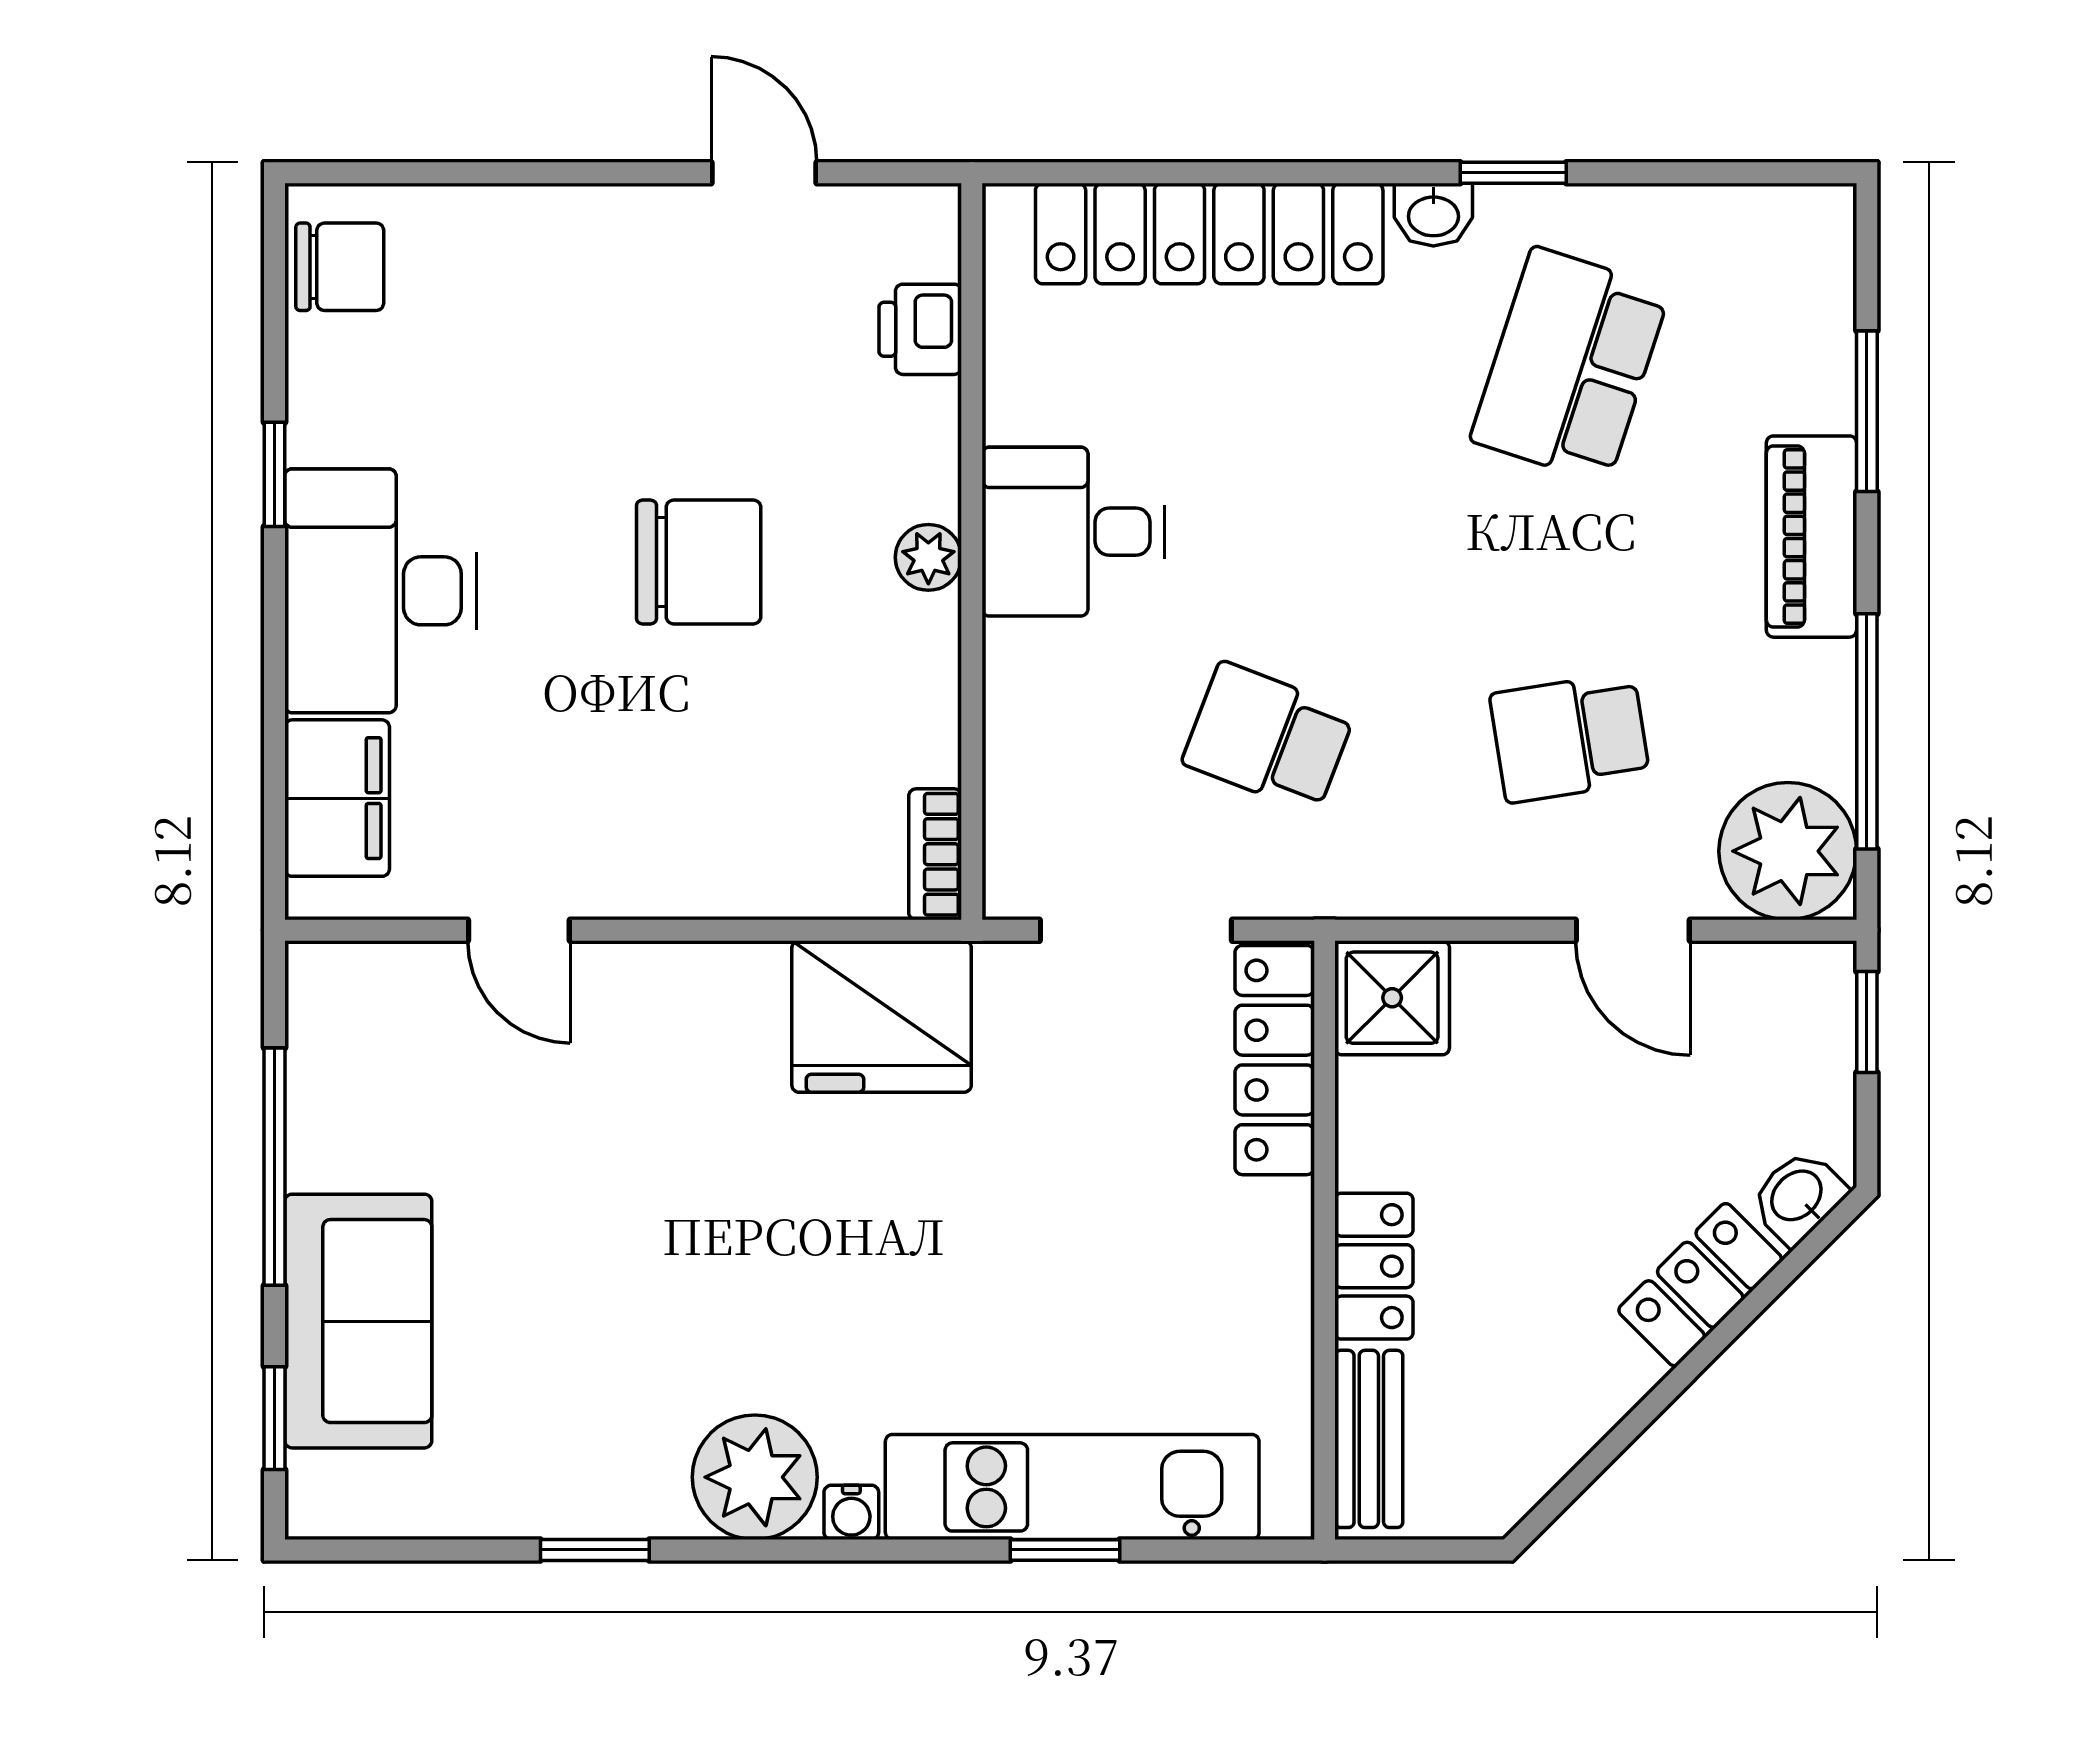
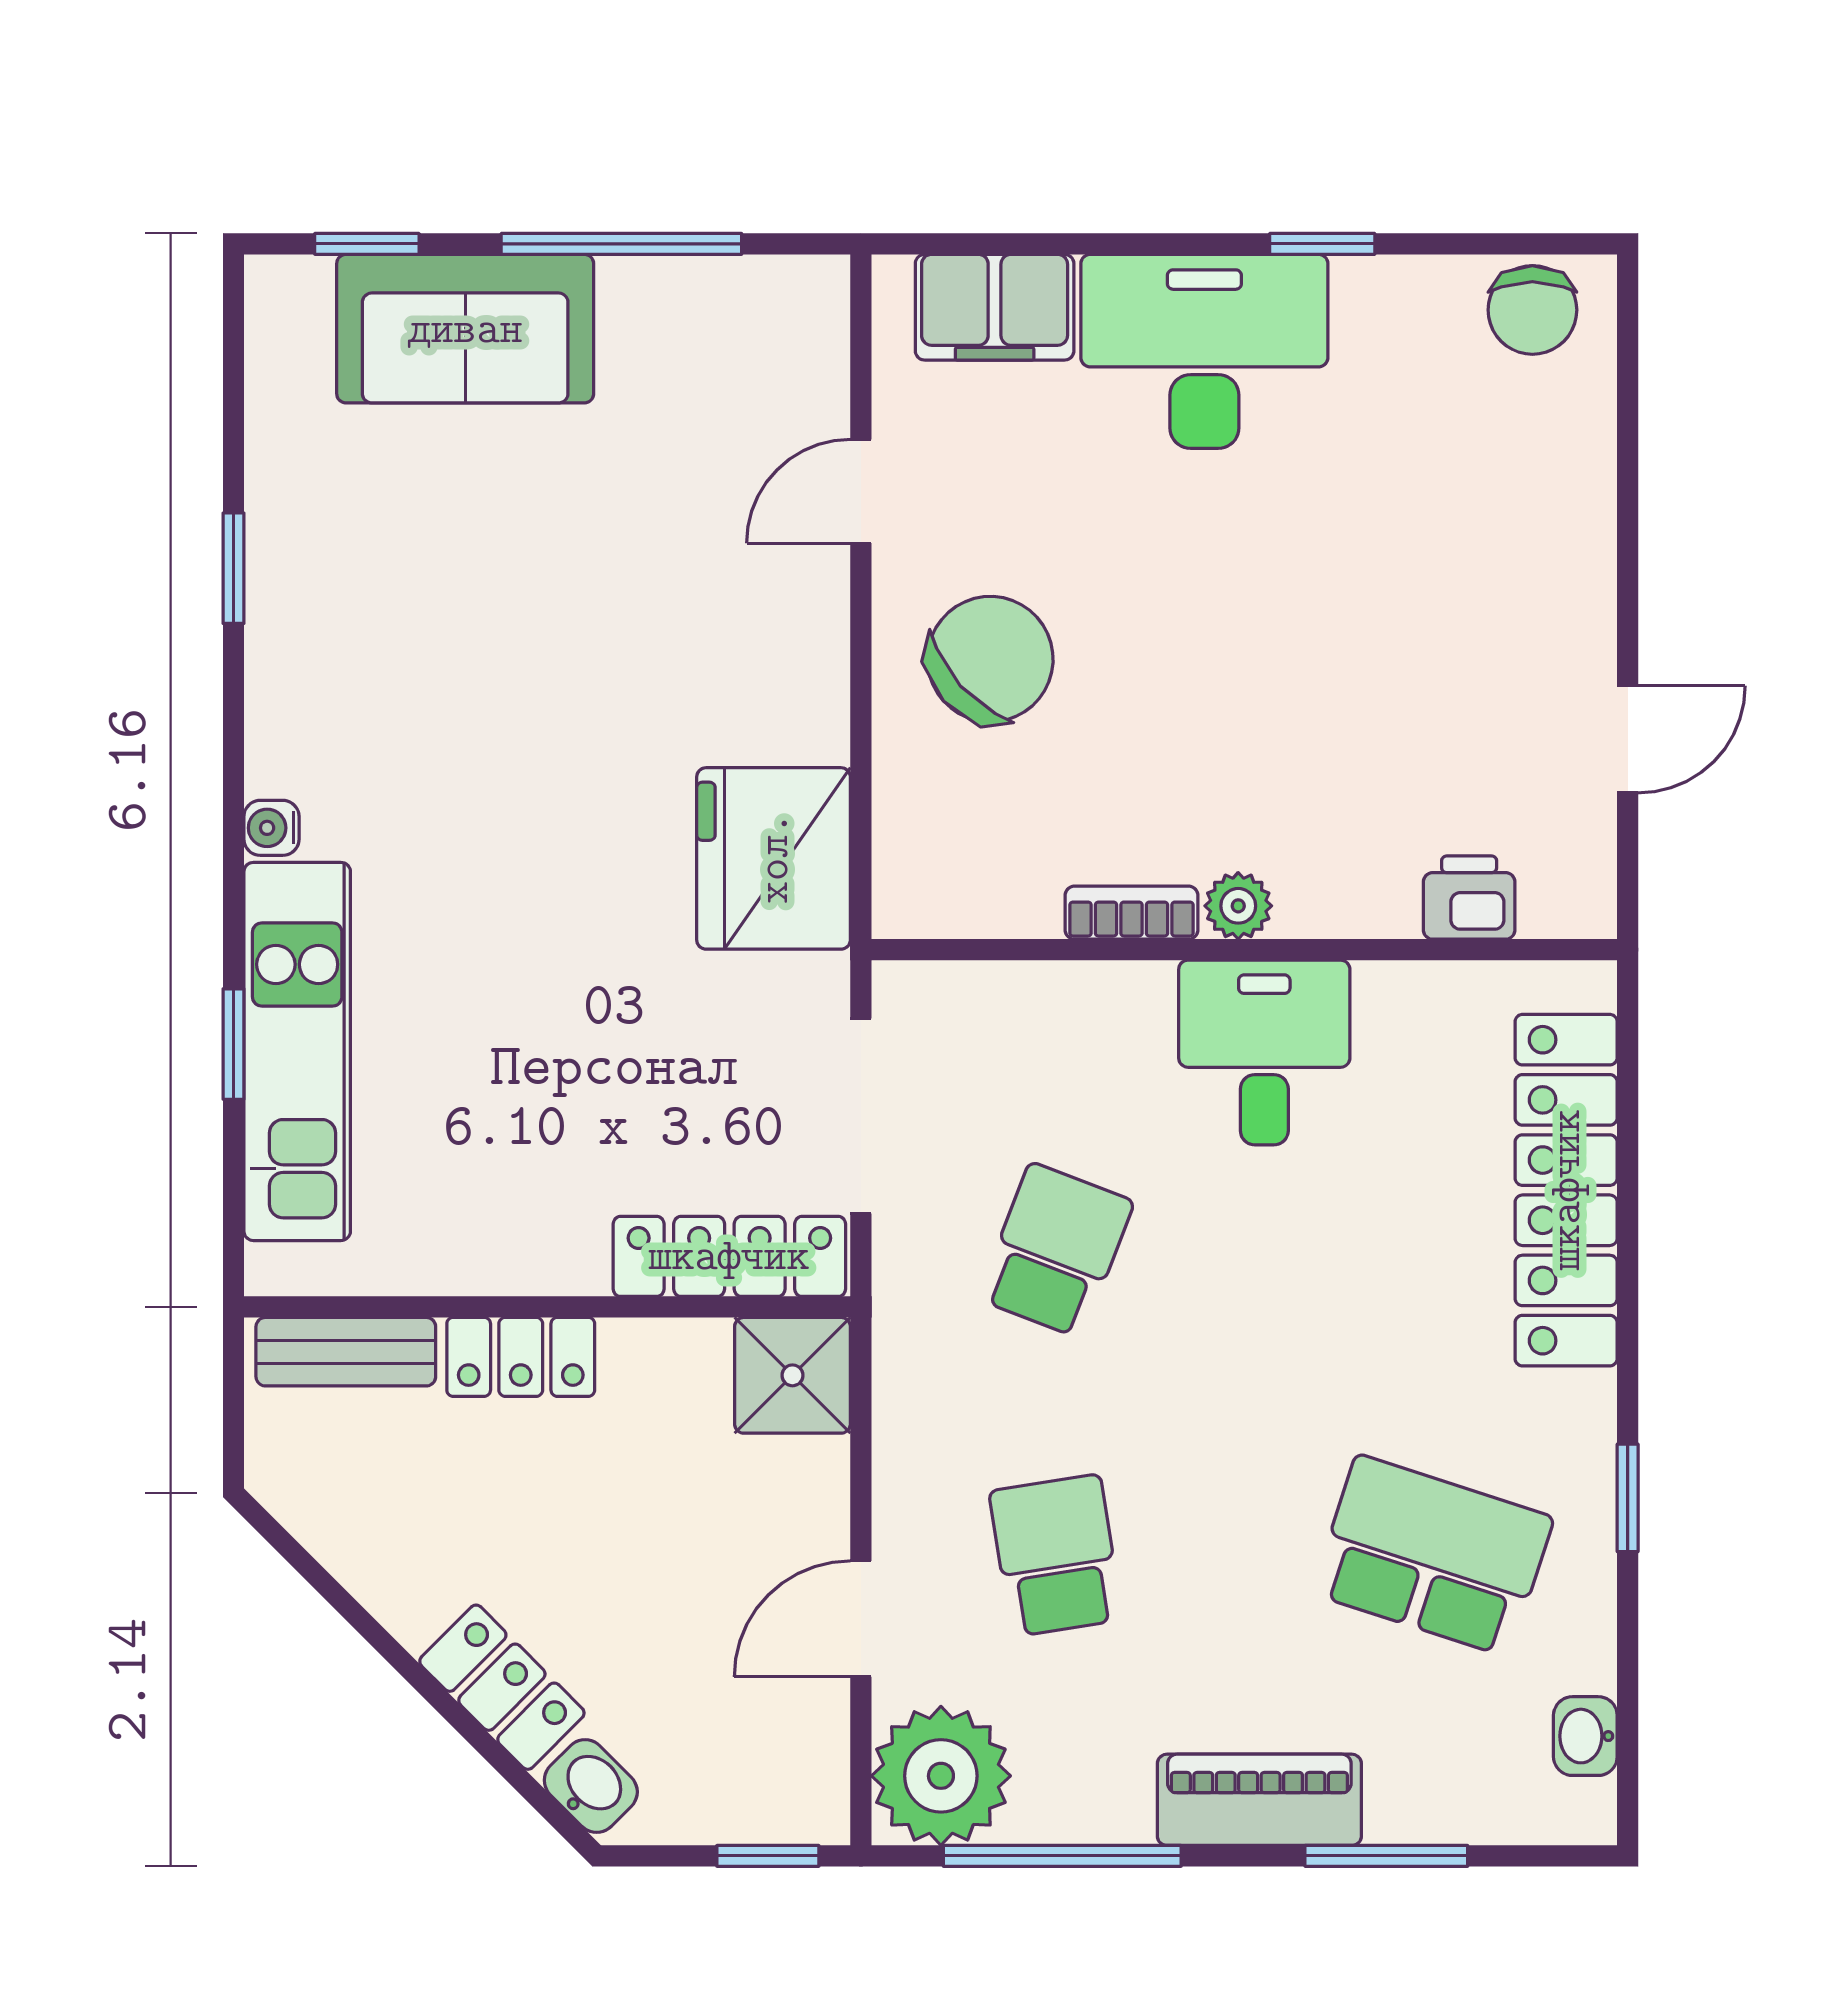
washbasin: (1433, 215) -> (1585, 1736), moved
chair: (699, 562) -> (990, 659), moved, turned -132
bookcase: (935, 854) -> (1131, 913), moved
plant: (755, 1477) -> (307, 730), removed

